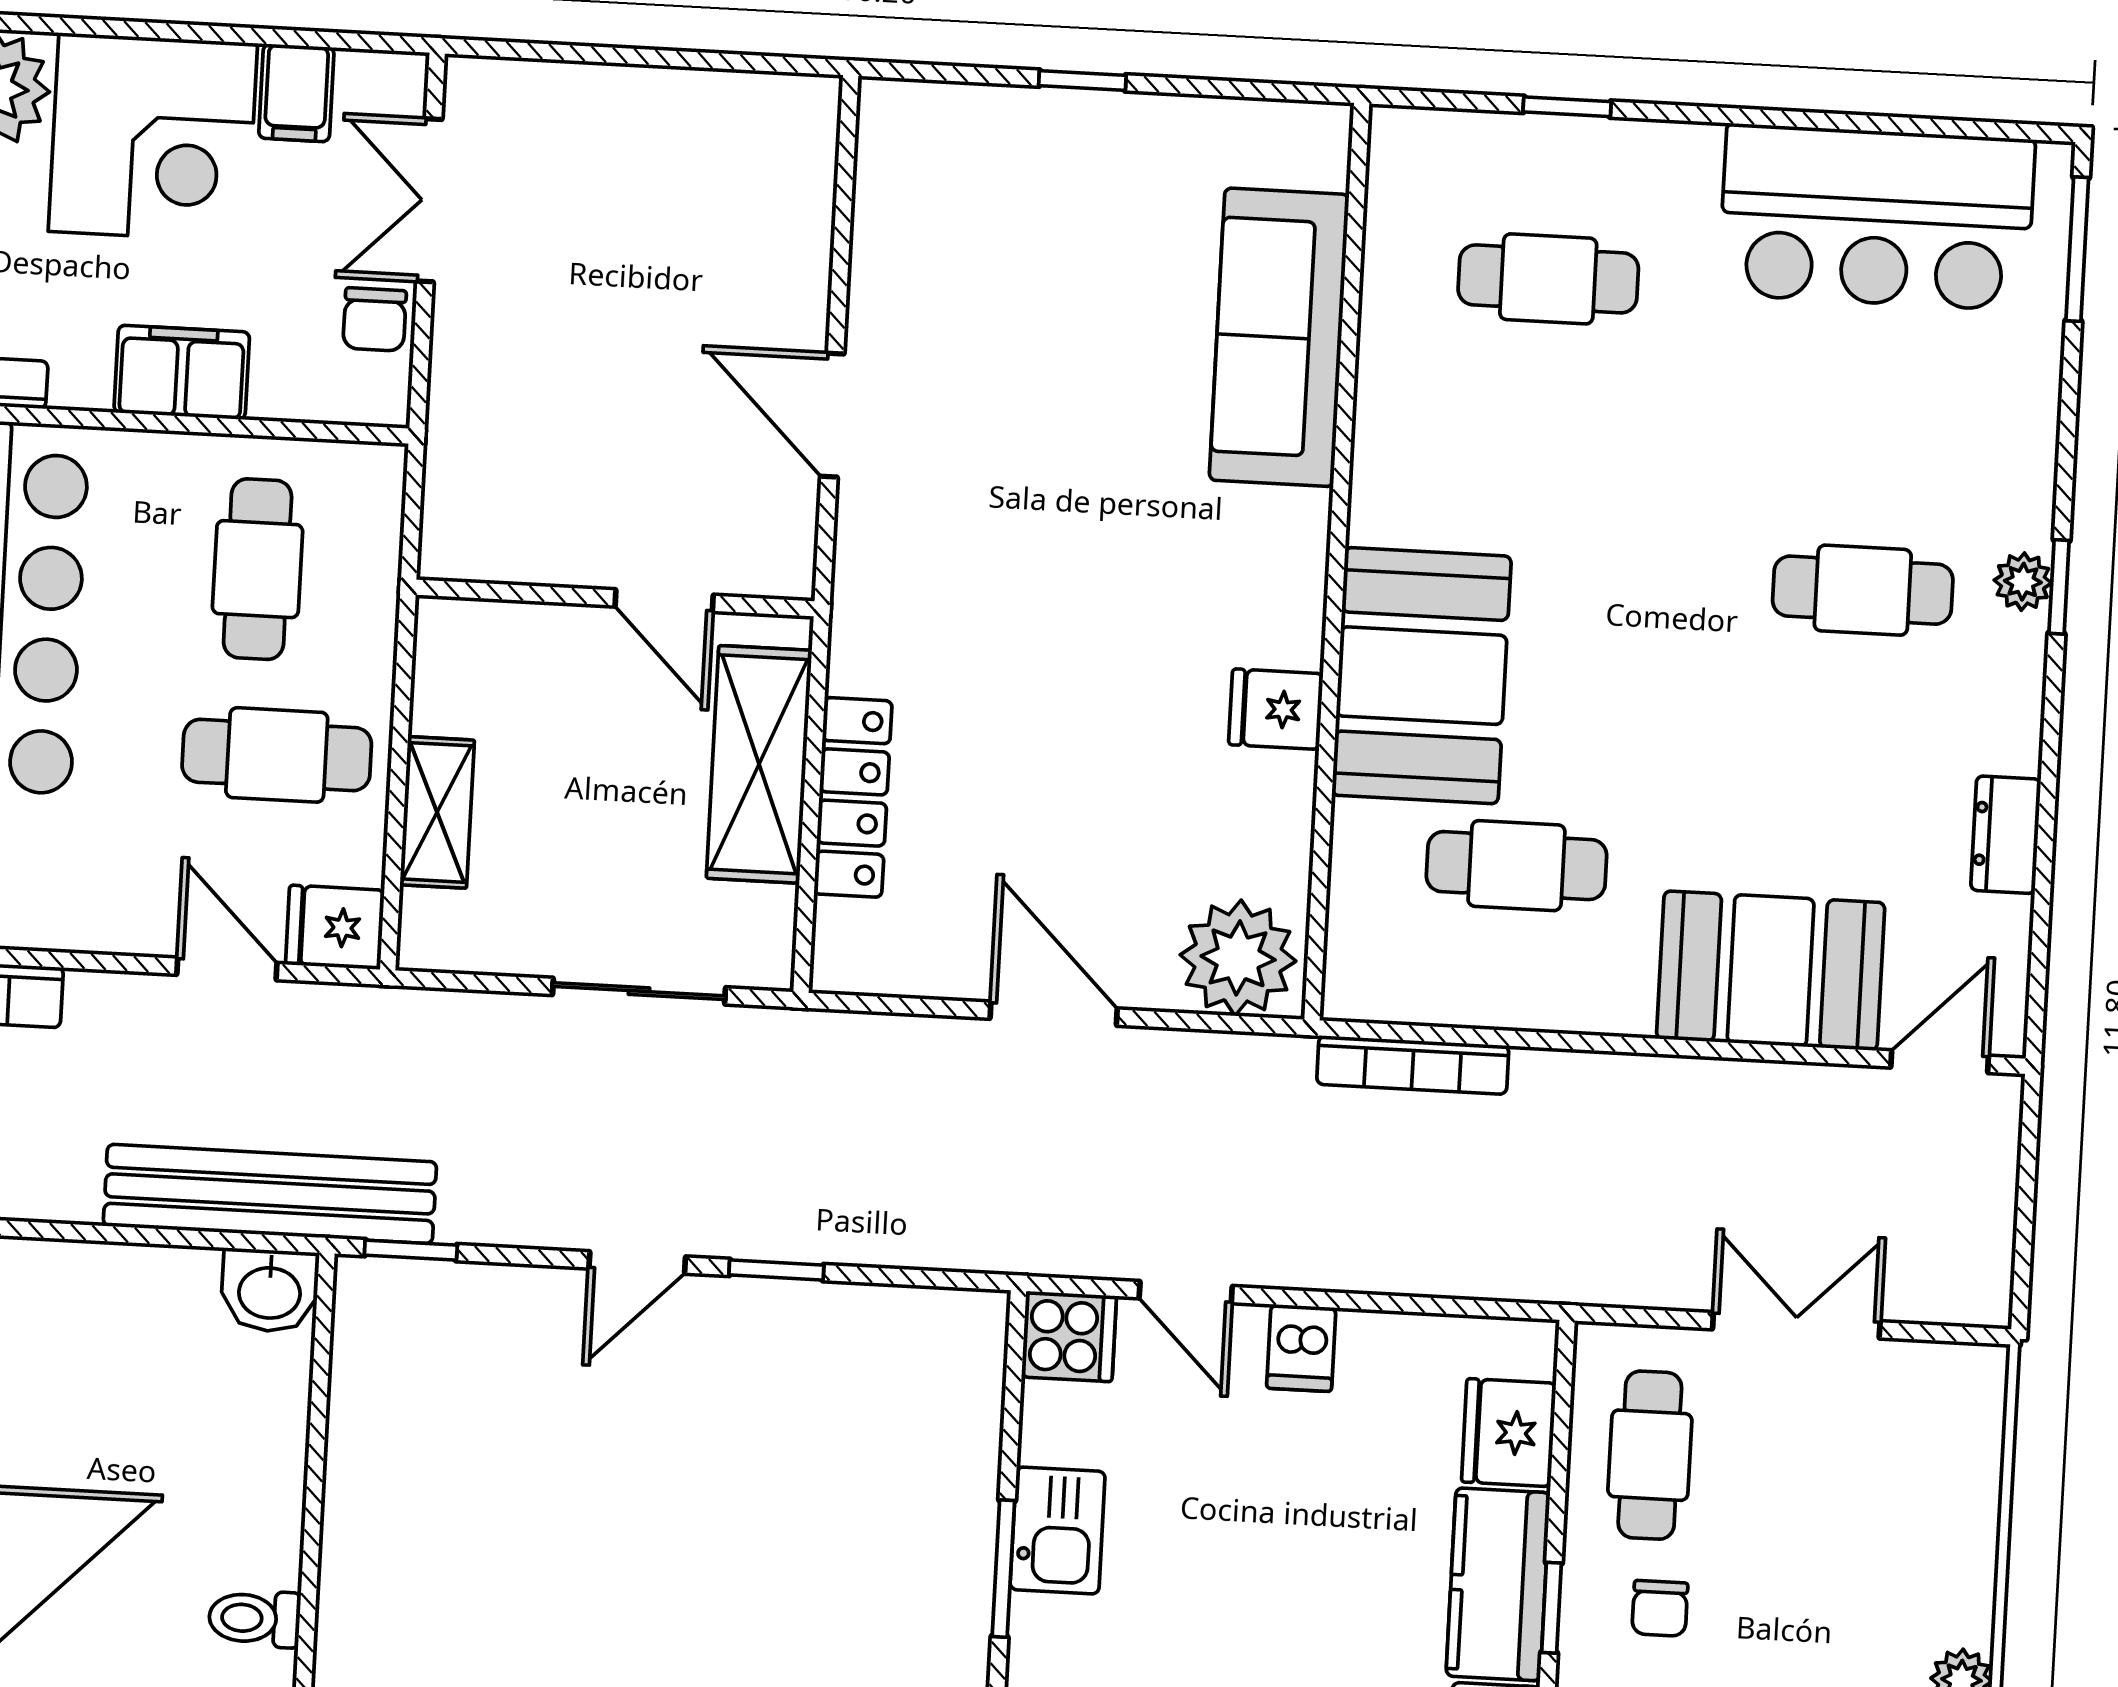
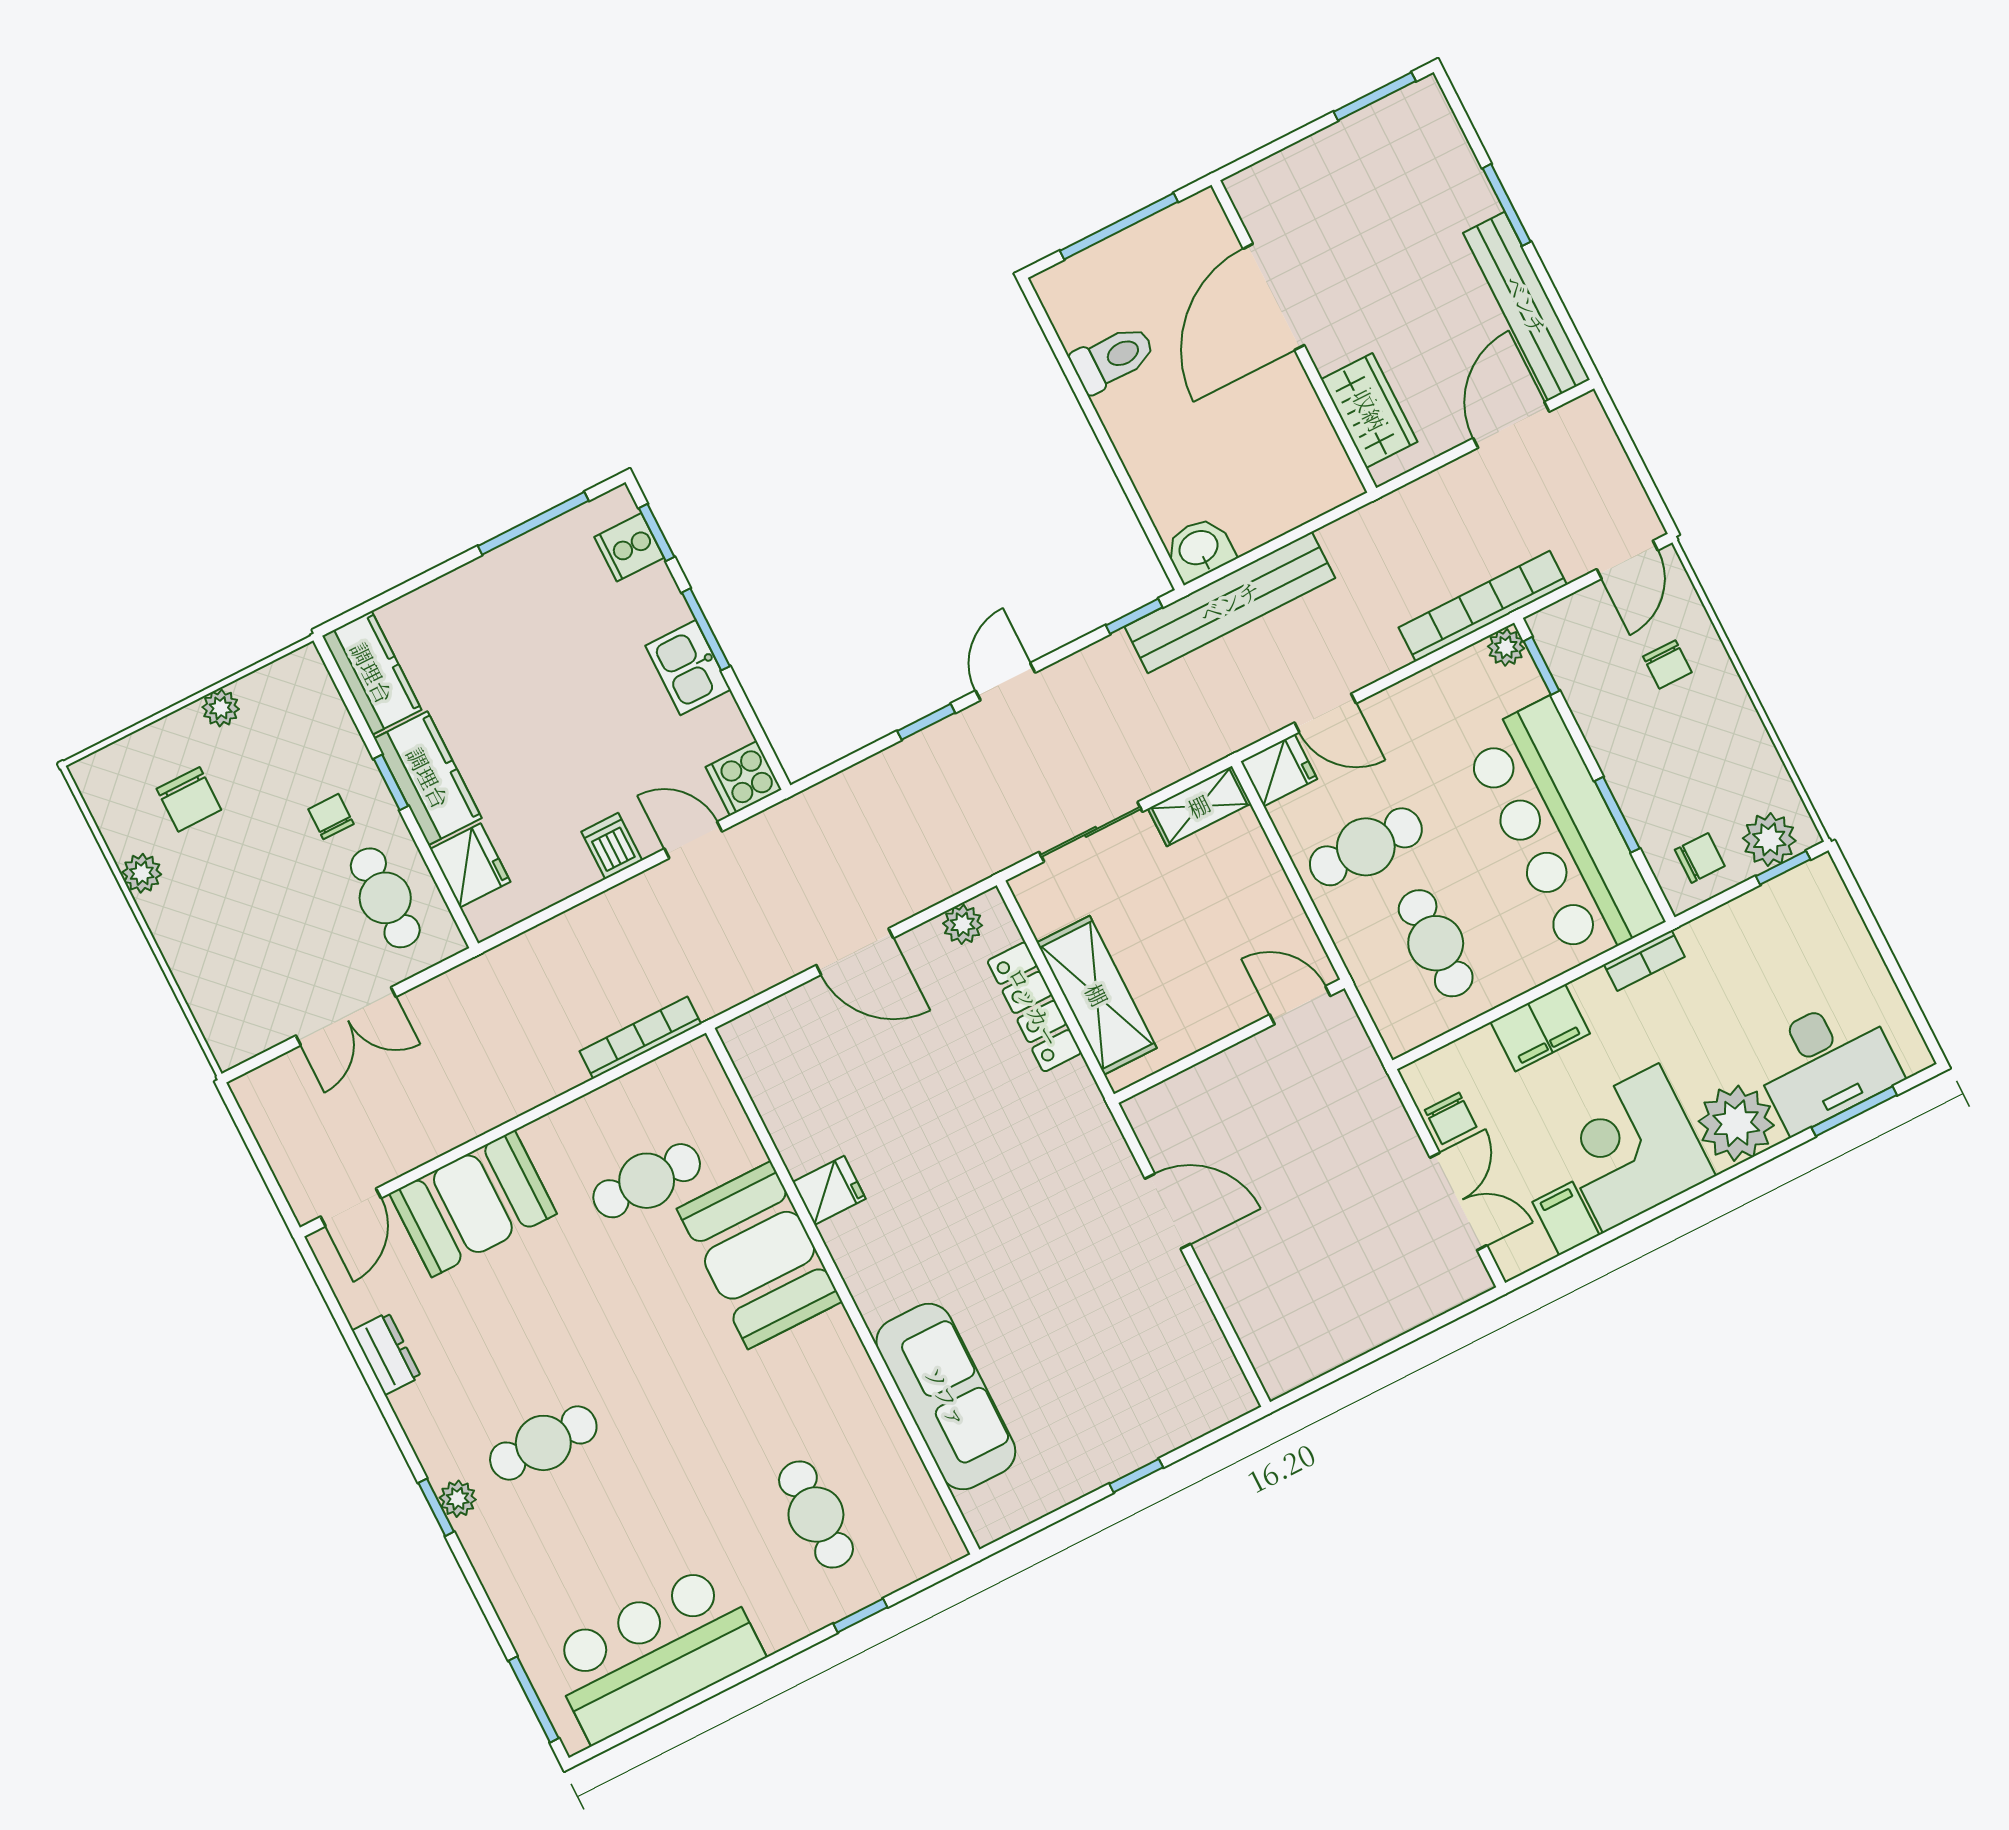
cafe table: (1548, 279) -> (816, 1514), turned 90
chair: (375, 319) -> (1451, 1118), turned 180
door: (664, 601) -> (1300, 1005), moved
shelving: (437, 812) -> (1199, 806), moved, turned 90
plant: (1238, 958) -> (963, 924), moved, width x0.53, depth x0.53
toilet: (255, 1618) -> (1113, 358), width x1.37, depth x1.39

